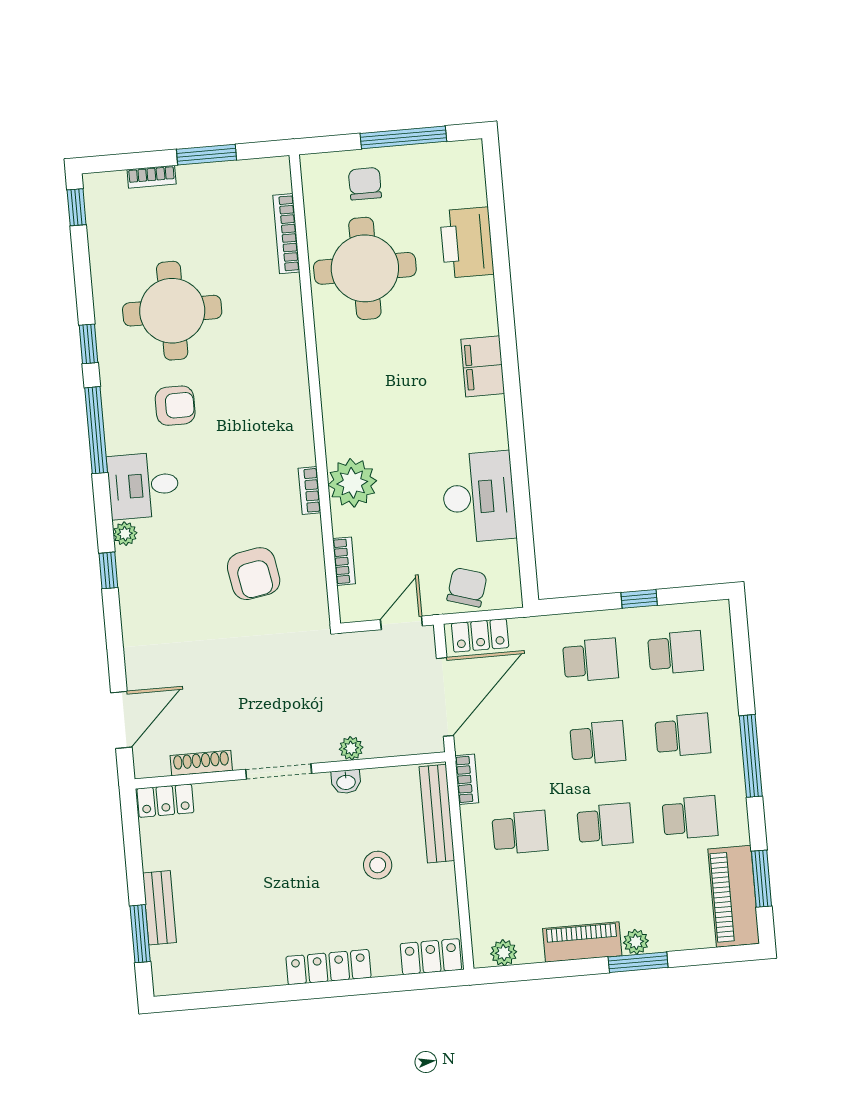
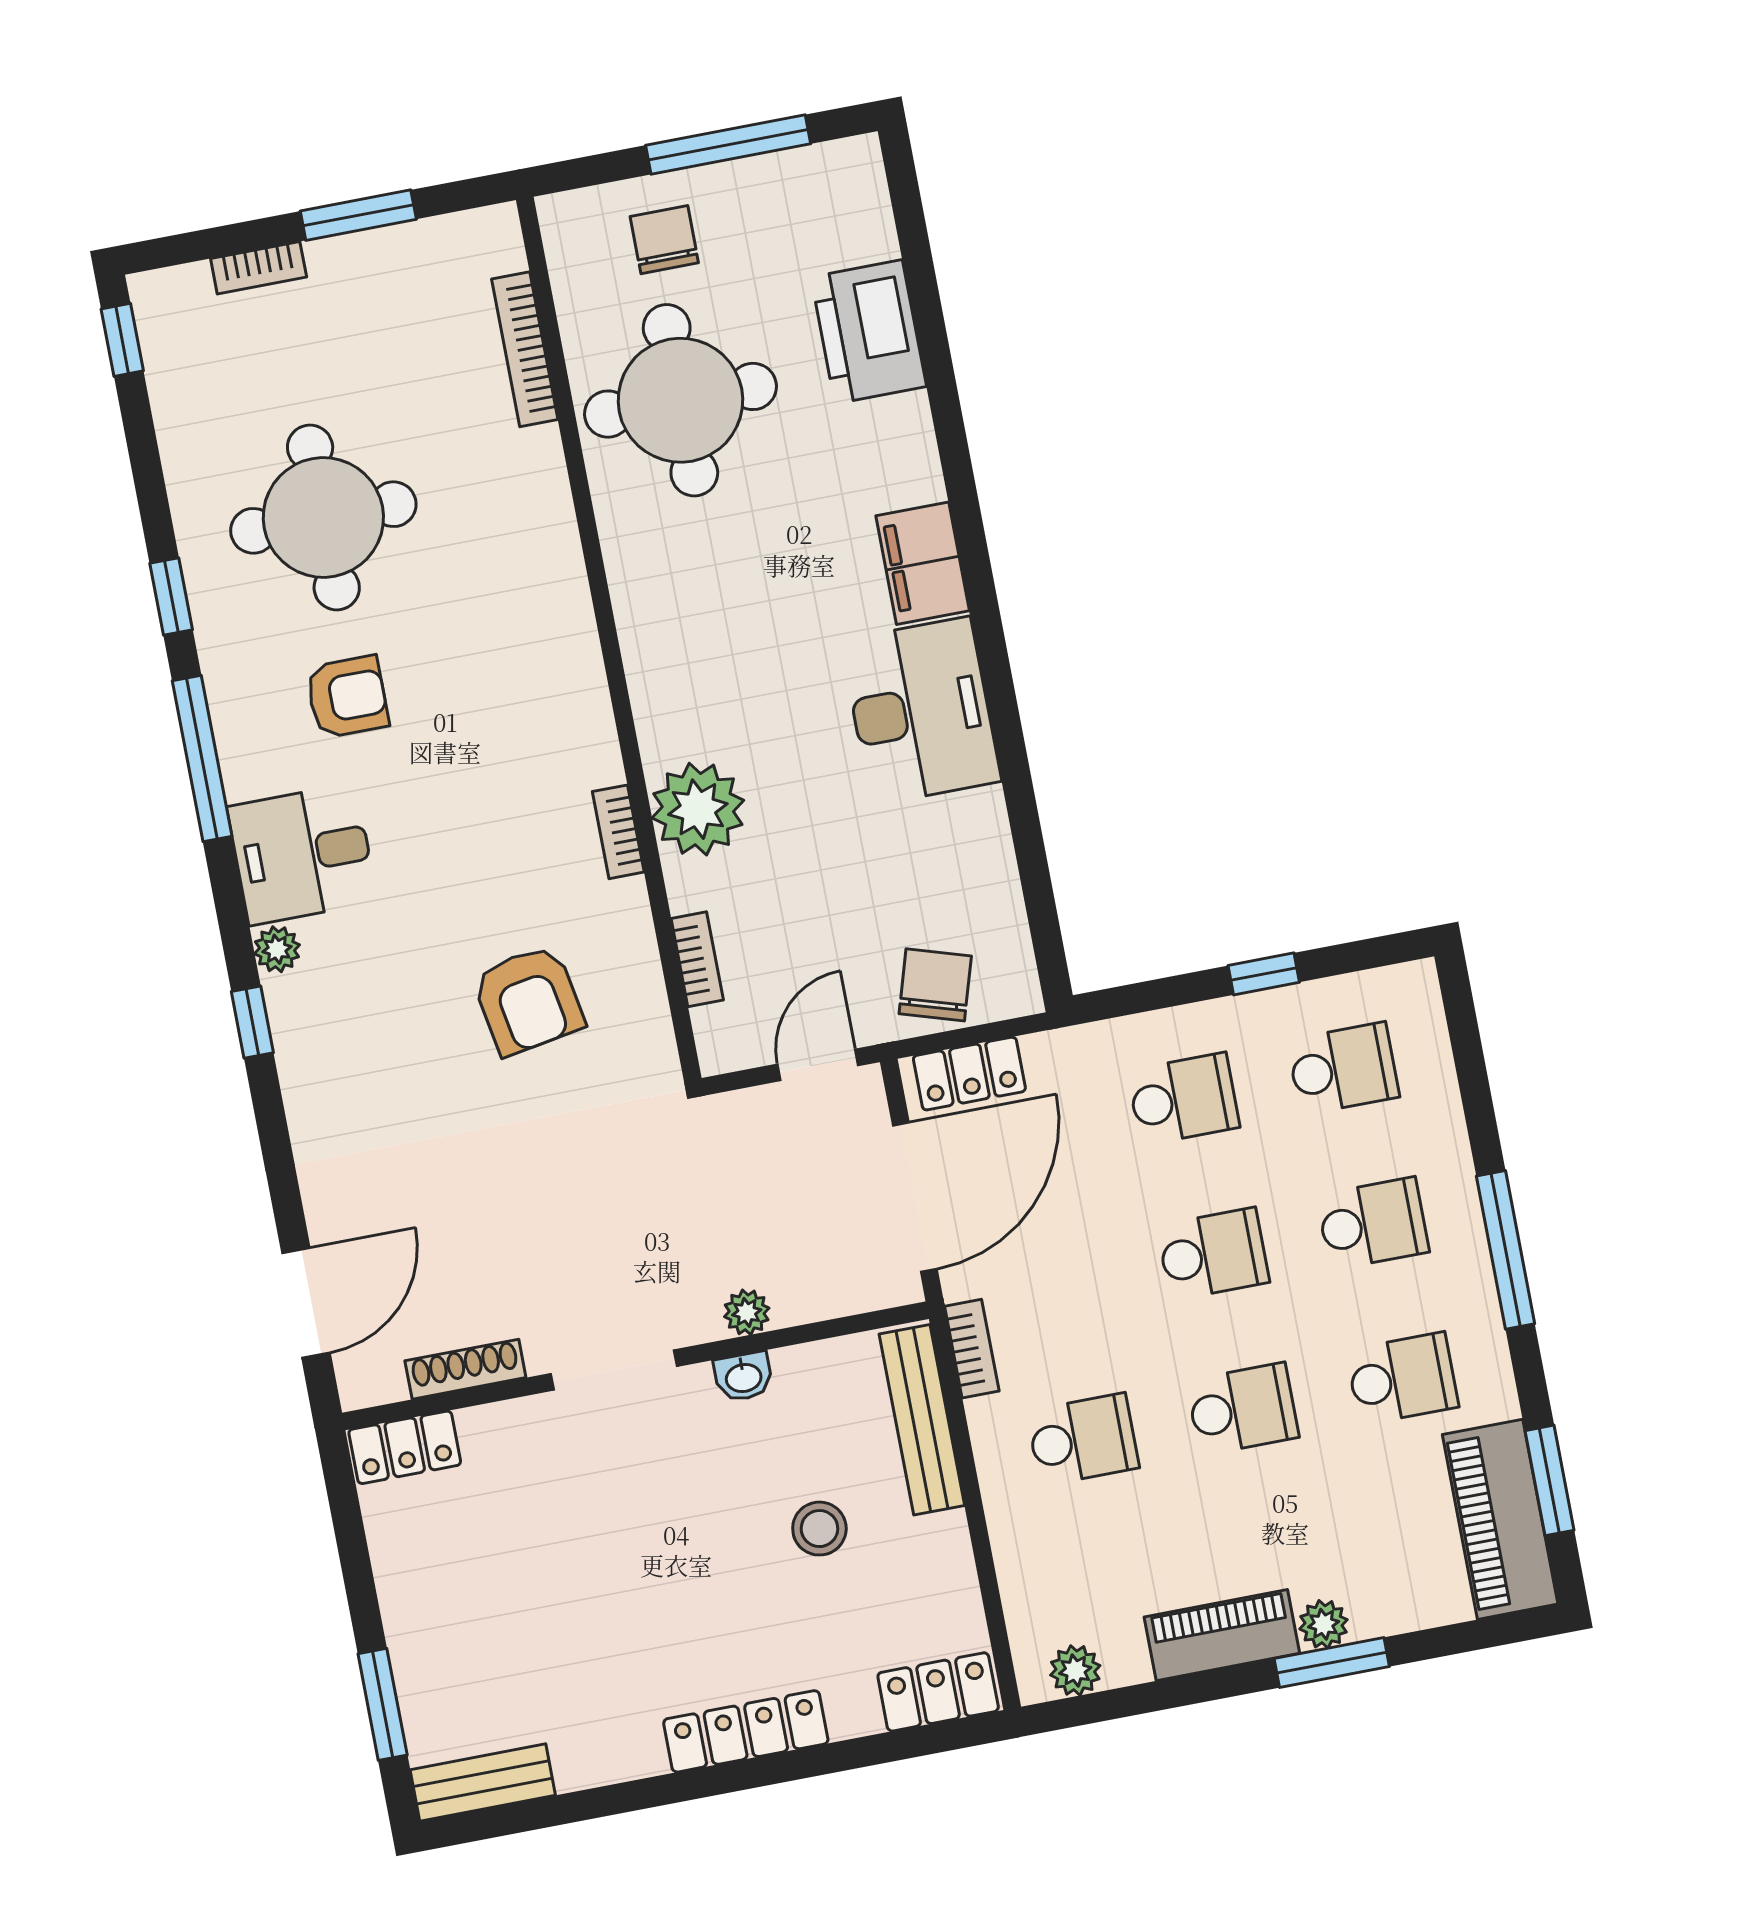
desk: (479, 497) -> (921, 711), moved
bench: (160, 908) -> (483, 1782), moved, turned 90

